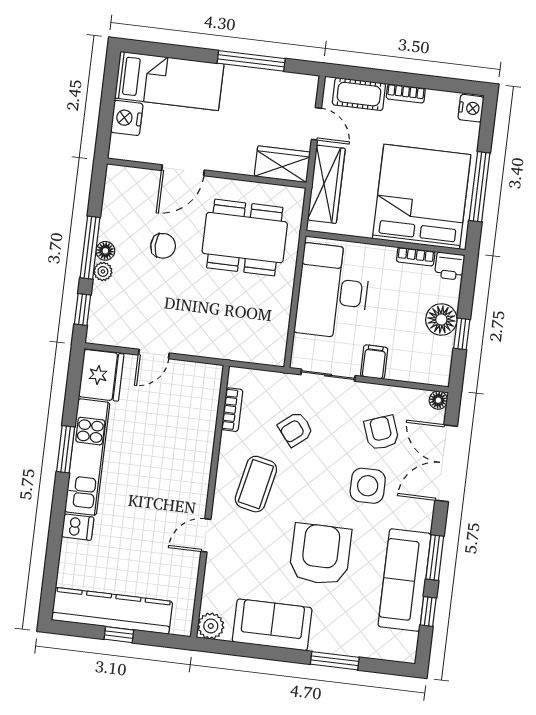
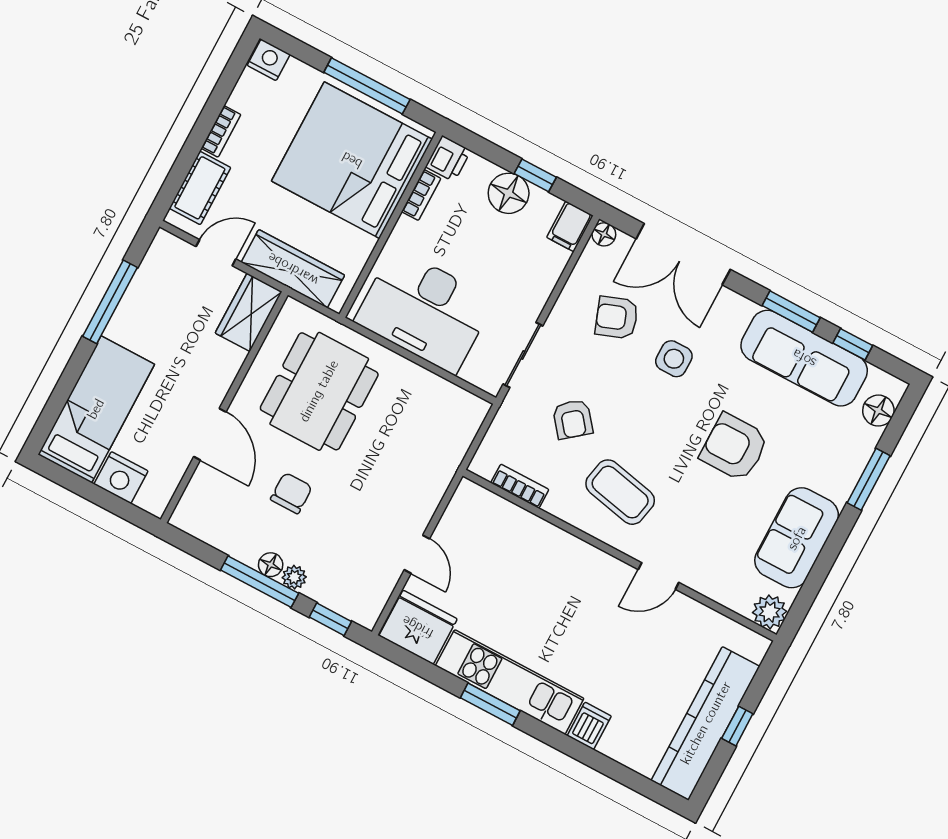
filing cabinet: (374, 362) -> (570, 226), moved, turned -90
side table: (368, 486) -> (674, 359), width x0.73, depth x0.73
door: (206, 535) -> (659, 576), hinge flipped
armchair: (320, 554) -> (734, 447), width x0.73, depth x0.73
floor lamp: (387, 649) -> (878, 411), added

